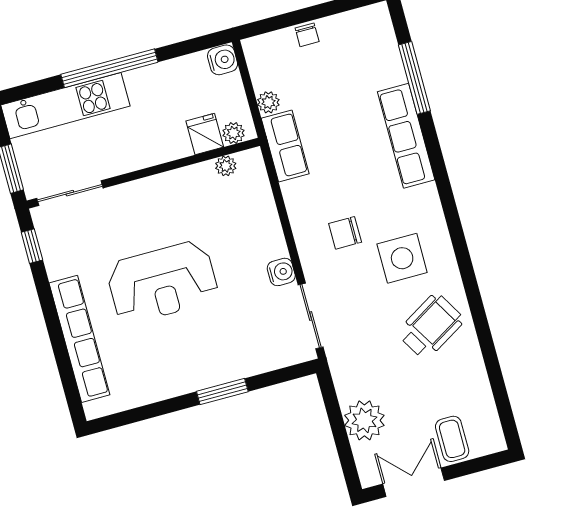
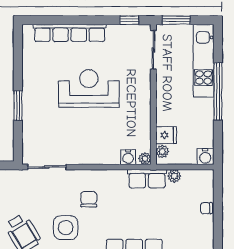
plant: (226, 166) -> (145, 158), moved
water cooler: (281, 272) -> (128, 157), moved
reception desk: (162, 282) -> (89, 88), turned 90

